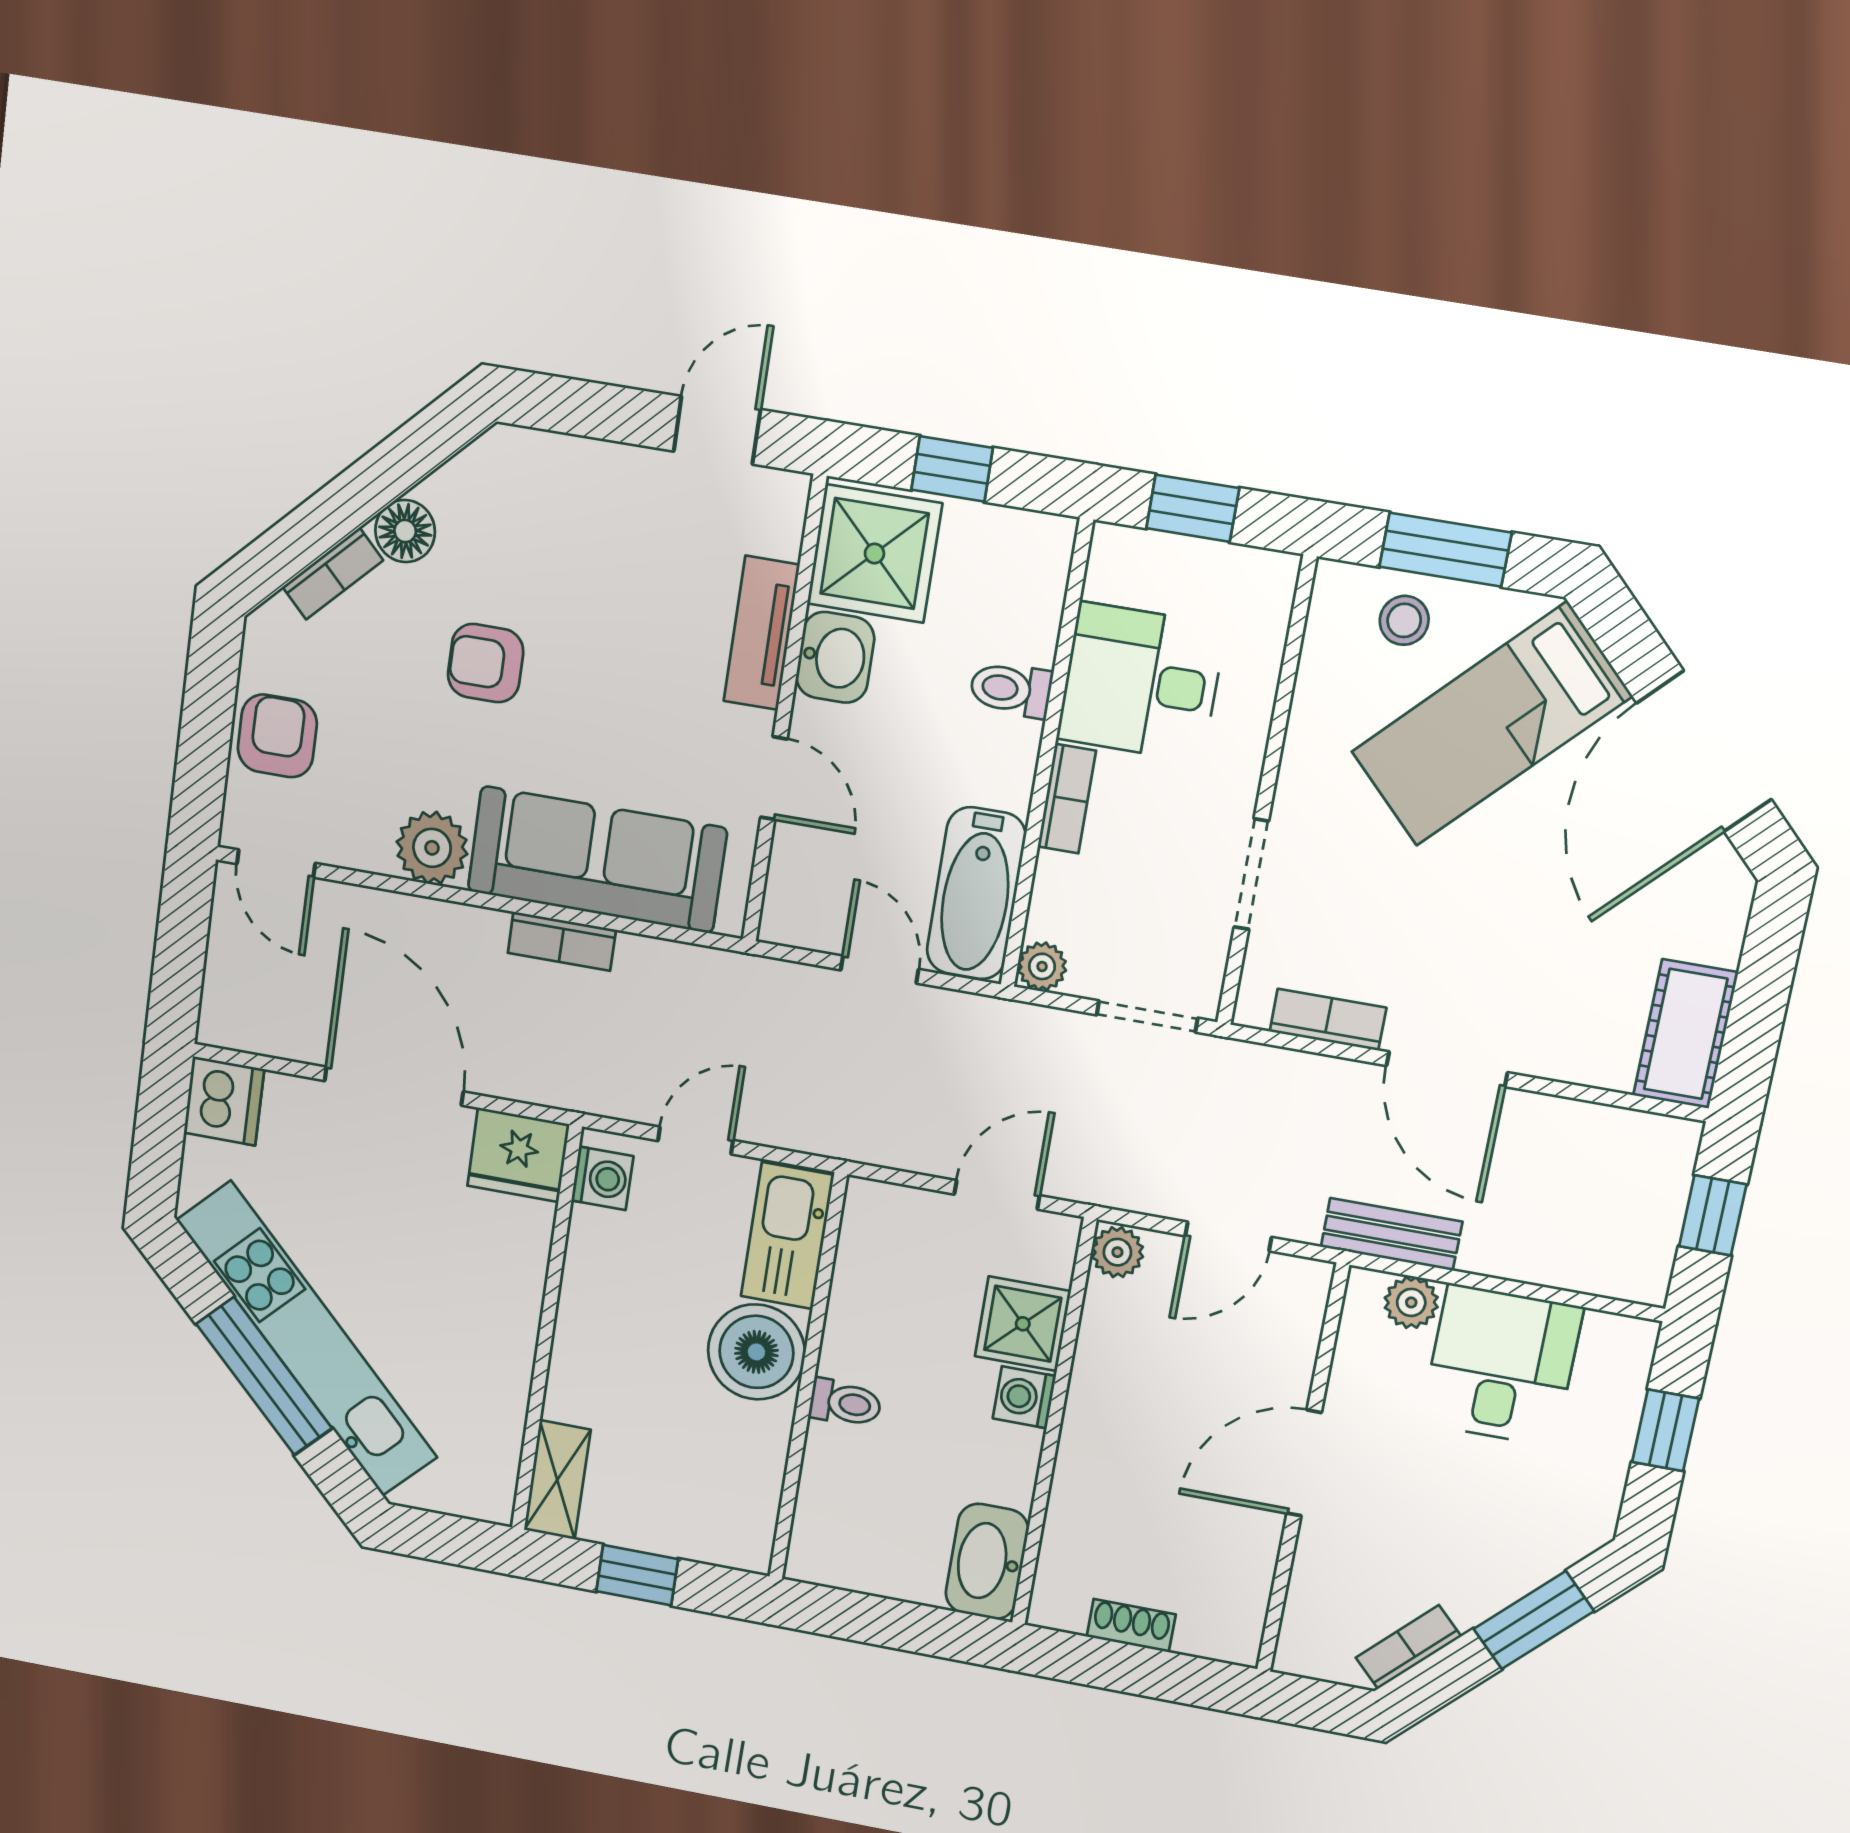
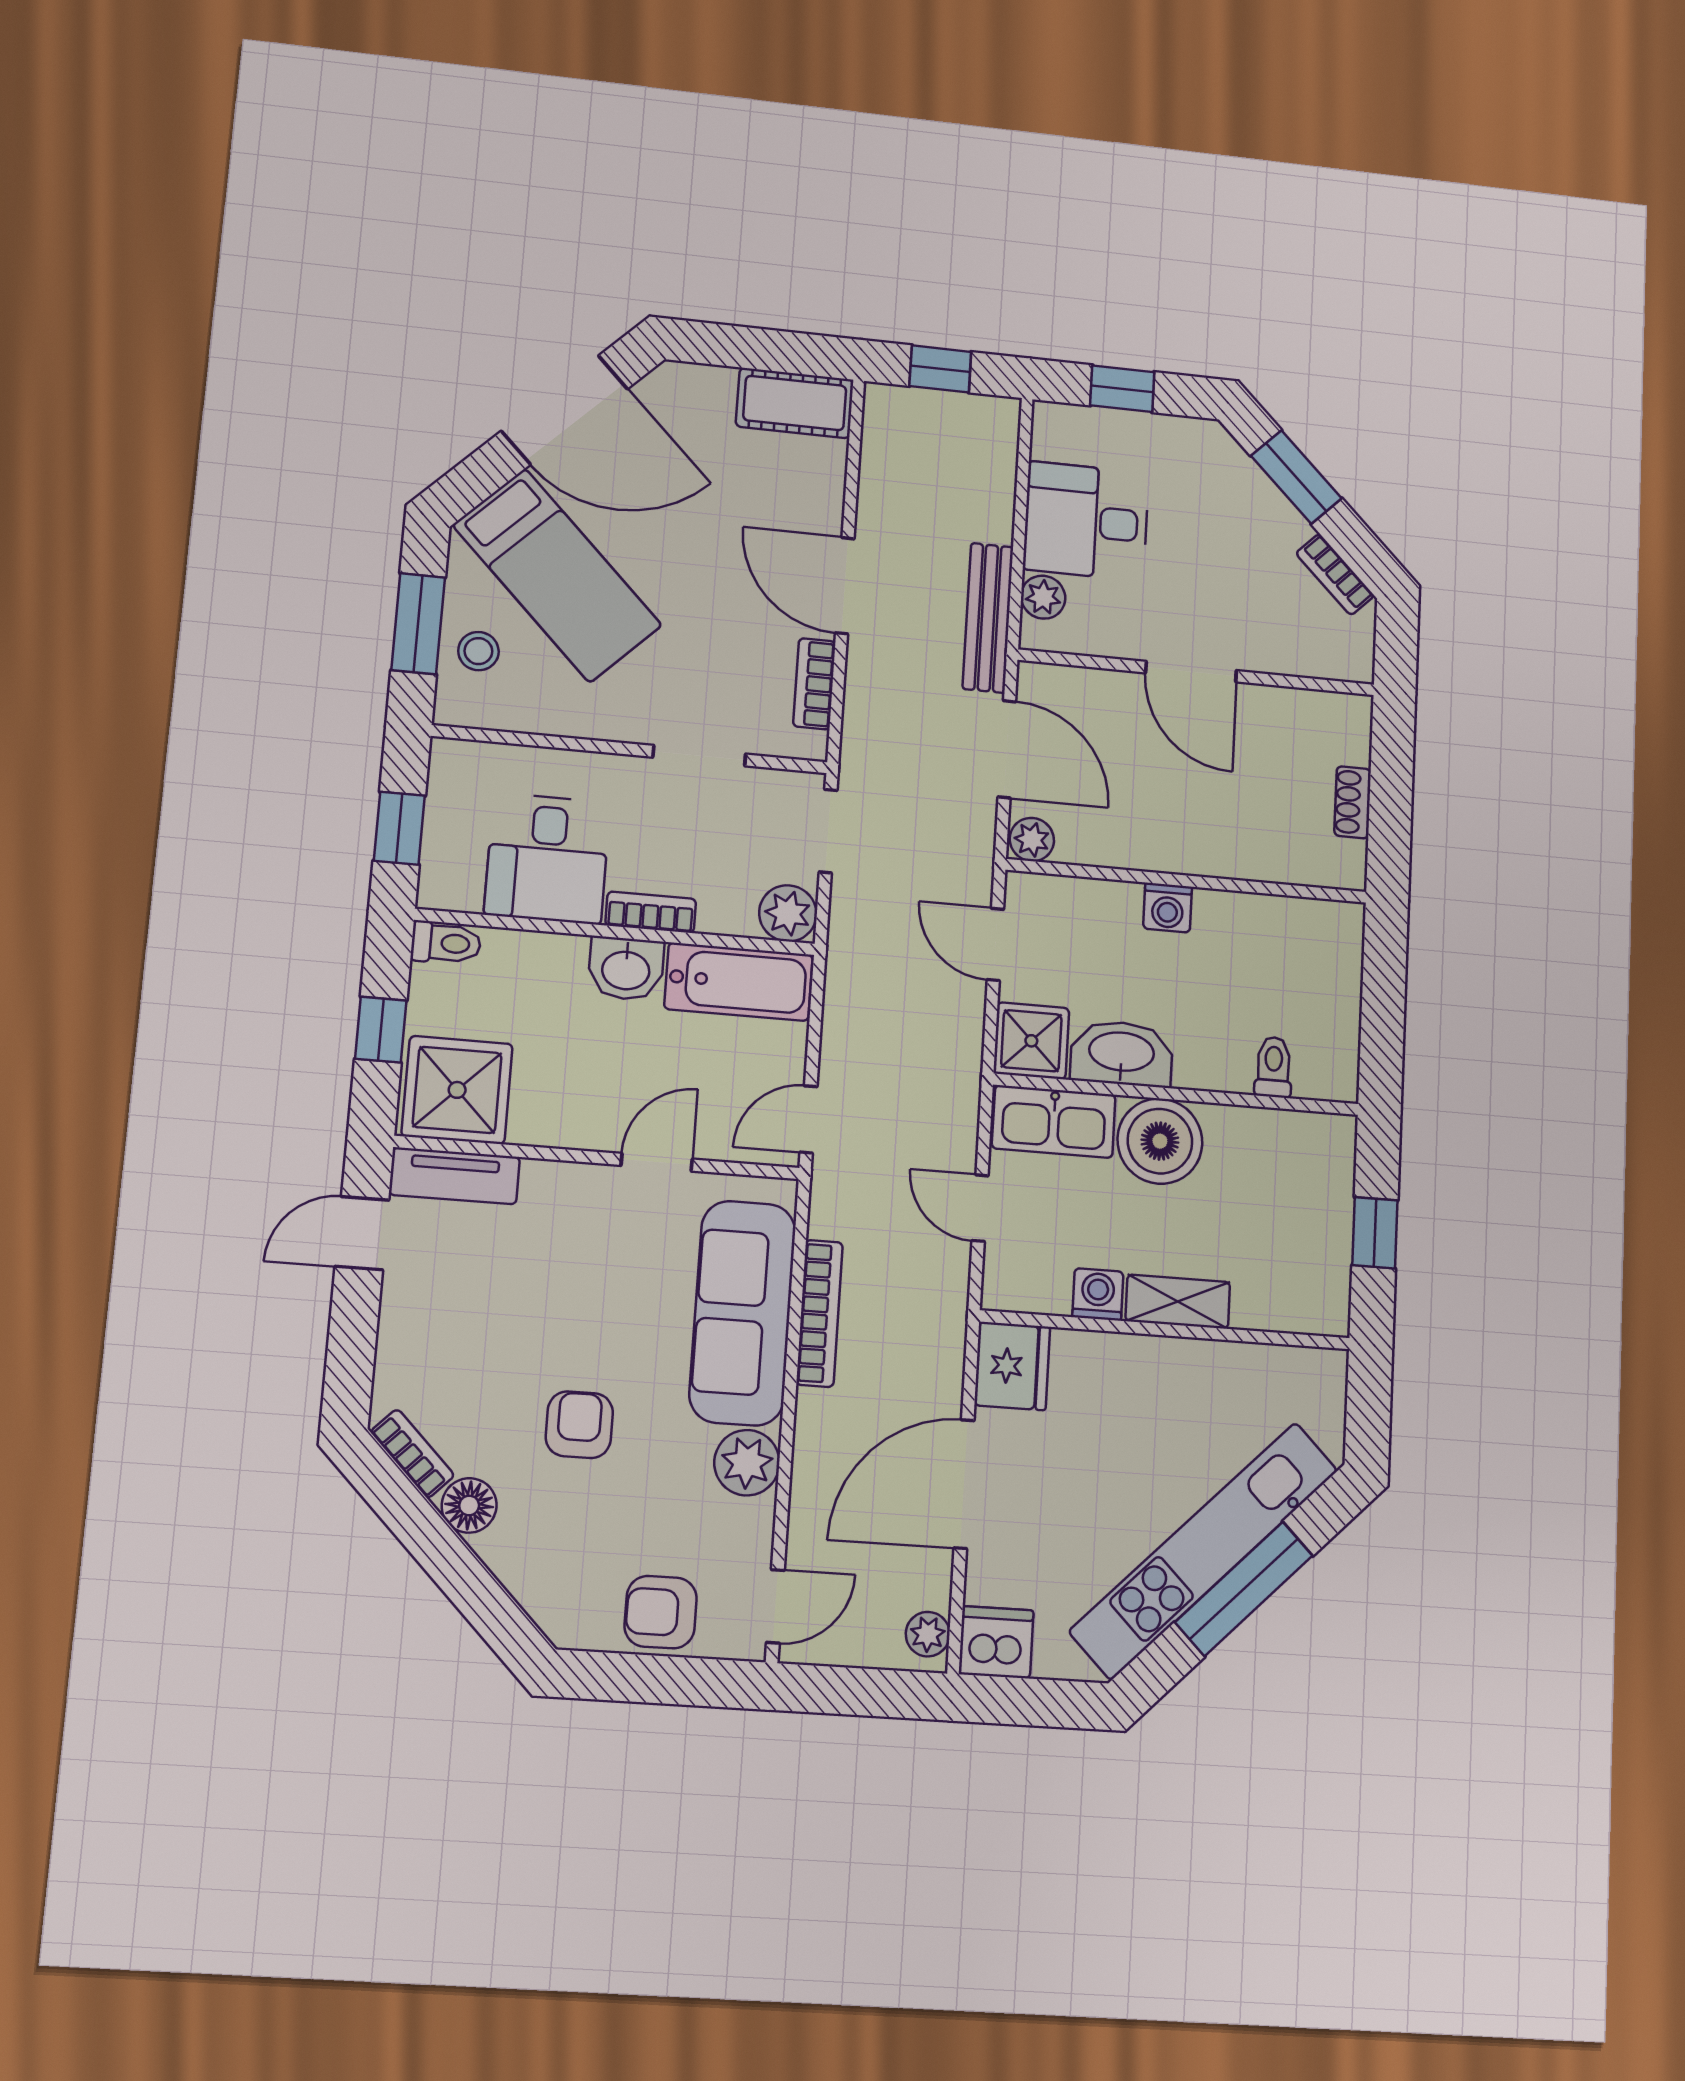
door: (717, 430) -> (362, 1233), hinge flipped
bookcase: (333, 574) -> (412, 1454), moved
tv unit: (762, 633) -> (455, 1176), moved
washbasin: (835, 657) -> (626, 969), moved, turned 180
armchair: (486, 663) -> (579, 1425), turned 180
toilet: (1011, 689) -> (446, 943), moved, turned -90
bookcase: (562, 941) -> (819, 1313), width x1.56
plant: (1042, 966) -> (788, 913), width x1.38, depth x1.38
door: (880, 970) -> (808, 1119), moved
plant: (237, 1028) -> (928, 1634), added
door: (1447, 1069) -> (845, 586), swing flipped
washing machine: (602, 1178) -> (1098, 1294), moved
bench: (1391, 1234) -> (988, 618), width x1.36
door: (1228, 1237) -> (1007, 749), width x1.38
shower: (1023, 1324) -> (1031, 1041), moved
toilet: (845, 1403) -> (1273, 1067), moved
shelving: (557, 1480) -> (1178, 1302), moved
washbasin: (987, 1562) -> (1122, 1053), moved, turned 180

